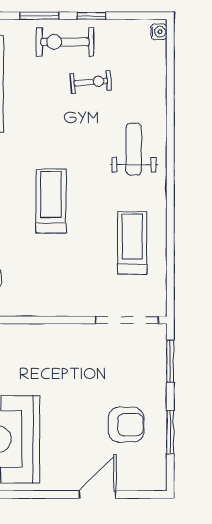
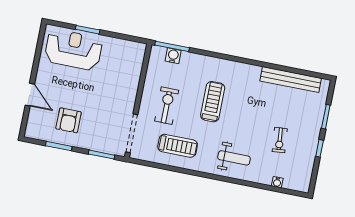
water cooler: (159, 32) -> (277, 182), moved
exercise bike: (65, 42) -> (167, 106), moved
treadmill: (51, 201) -> (213, 102), turned -90

